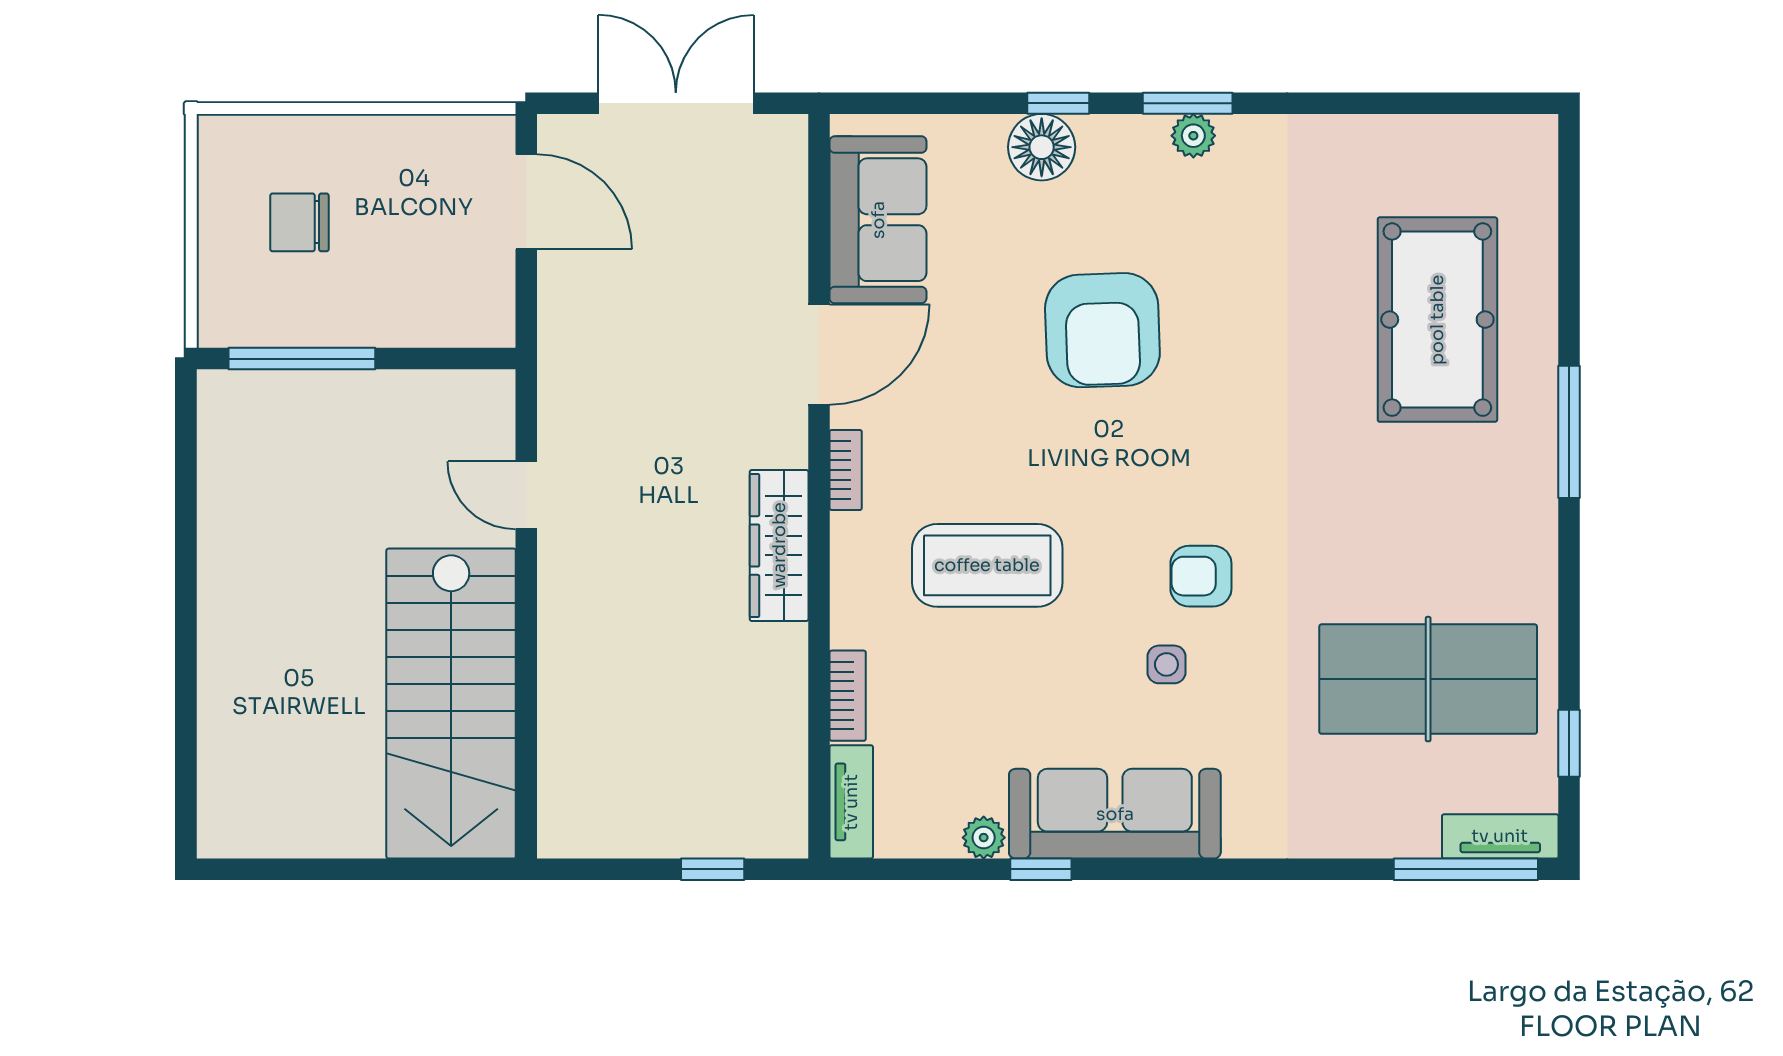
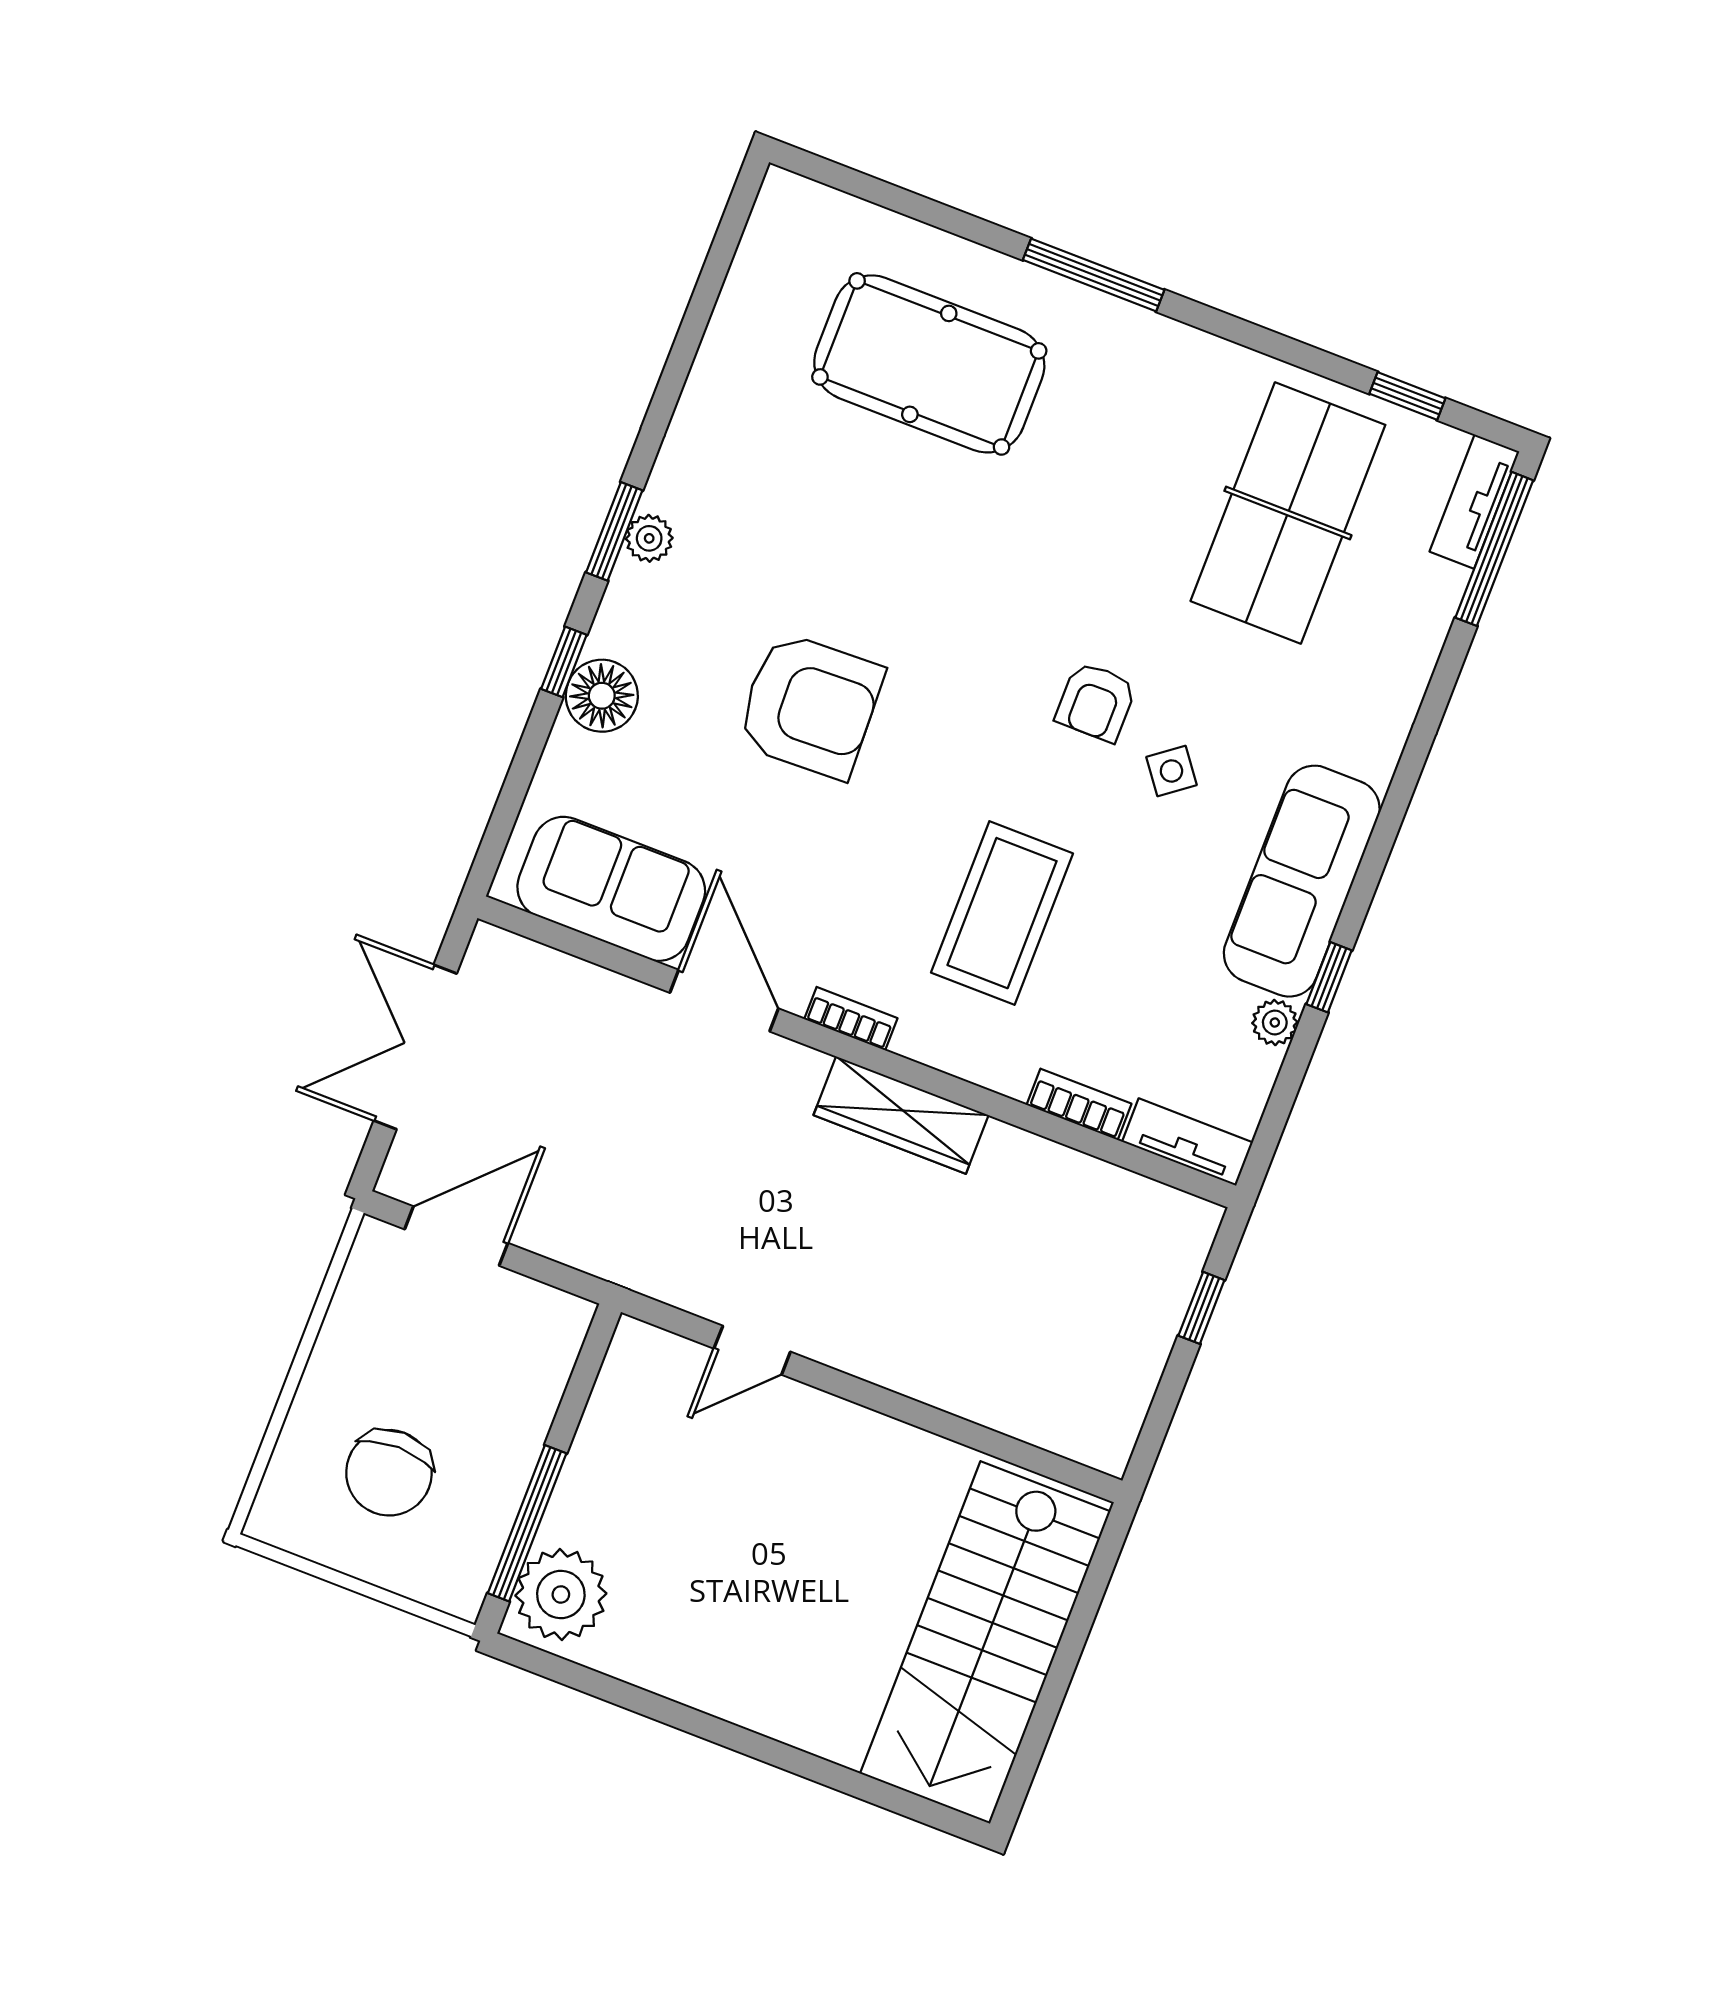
chair: (299, 222) -> (389, 1473), width x1.37, depth x1.37
plant: (252, 411) -> (561, 1594), added
side table: (1166, 664) -> (1171, 771), turned -37
stairs: (451, 704) -> (985, 1642), moved, turned 90

